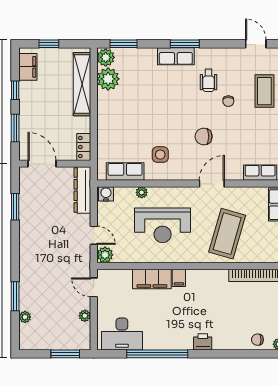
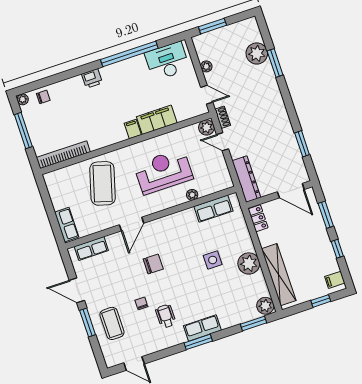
filing cabinet: (28, 67) -> (335, 280), width x0.50
plant: (108, 79) -> (249, 263), moved
side table: (160, 155) -> (213, 260), moved
water cooler: (106, 194) -> (224, 183), removed
shoe rack: (85, 260) -> (223, 117), added
plant: (25, 317) -> (257, 53), width x1.87, depth x1.87

